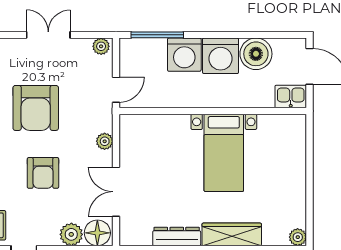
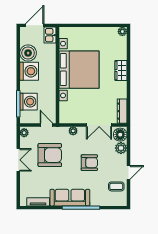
double door: (48, 35) -> (18, 160), swing flipped
washing machine: (184, 55) -> (28, 102), moved
armchair: (36, 108) -> (50, 155), moved
bed with nightstands: (224, 153) -> (79, 70), width x1.85
wardrobe: (232, 234) -> (121, 71), width x0.67
dresser: (177, 237) -> (122, 111), moved

